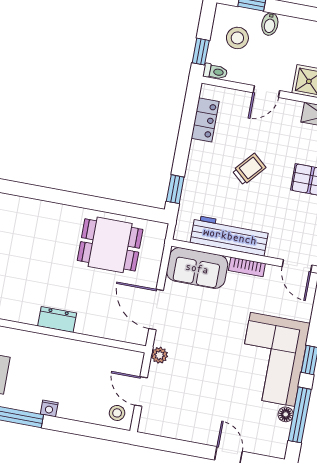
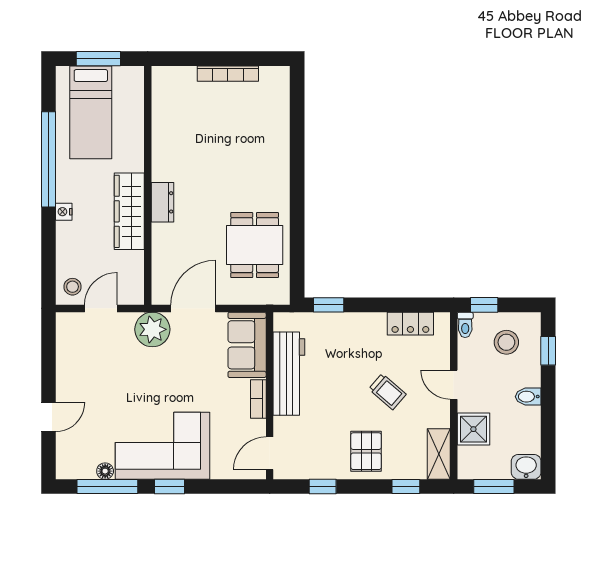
bidet: (270, 24) -> (528, 397), moved
trolley: (249, 169) -> (387, 392), moved
wardrobe: (60, 350) -> (129, 211), added
plant: (159, 355) -> (152, 329), width x1.87, depth x1.87

